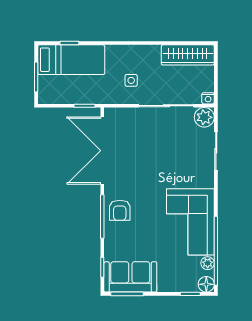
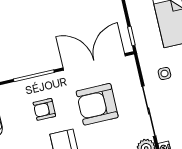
armchair: (147, 158) -> (97, 104), added
armchair: (120, 210) -> (44, 109), moved

